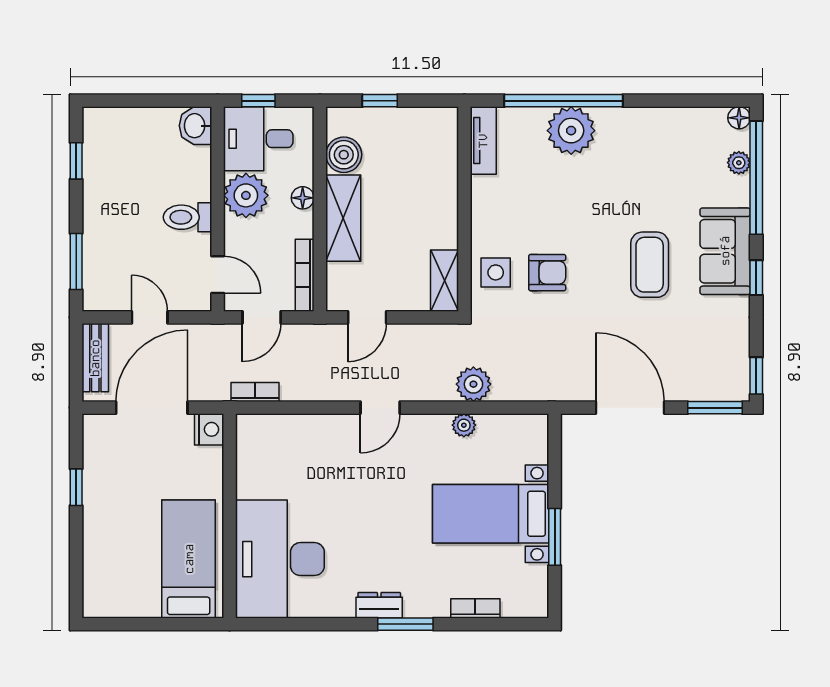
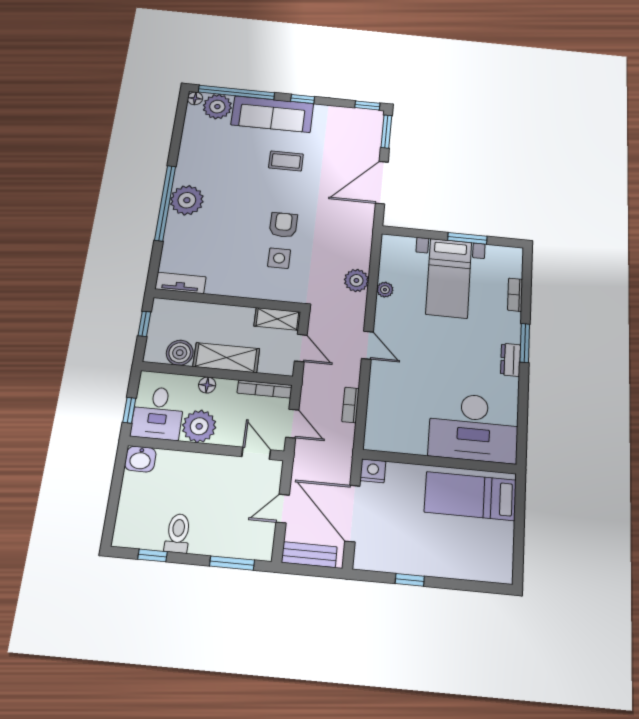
tv unit: (483, 141) -> (180, 283), moved
plant: (739, 163) -> (217, 107), width x1.87, depth x1.87
wall: (464, 209) -> (228, 300), moved
toilet: (188, 217) -> (178, 533), moved, turned 180
sofa: (725, 251) -> (272, 114), width x1.36
coffee table: (650, 265) -> (286, 161), width x0.73, depth x0.77
door: (218, 275) -> (256, 453), hinge flipped
shelving: (445, 281) -> (277, 319), moved
bookcase: (255, 392) -> (350, 405), moved

